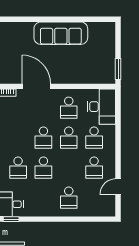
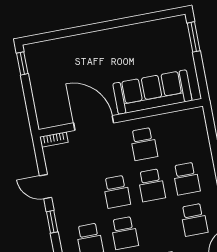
sofa: (61, 33) -> (152, 92), moved, turned 180
window: (118, 69) -> (194, 37), moved
desk: (102, 107) -> (188, 134), removed

